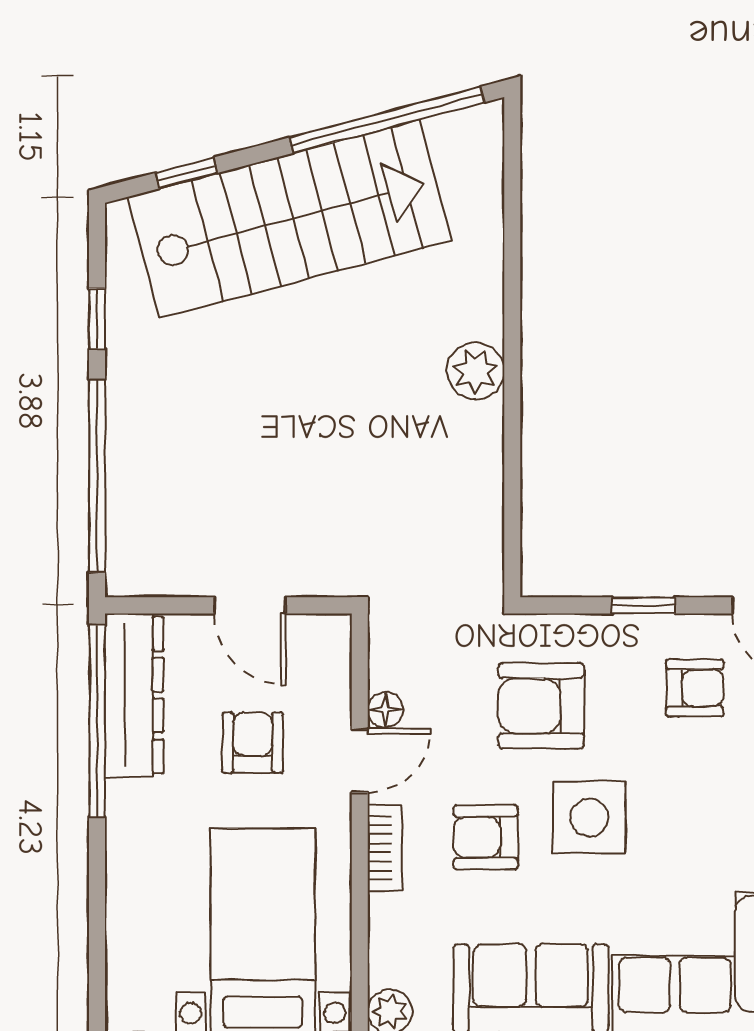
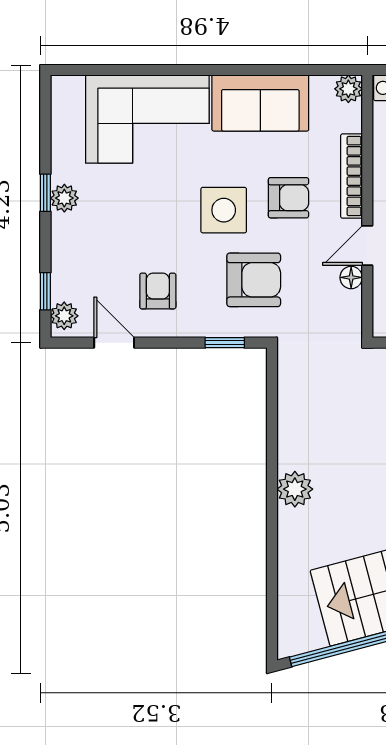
window: (644, 605) -> (225, 343), moved
armchair: (695, 688) -> (158, 291), turned 90
bookcase: (385, 848) -> (351, 176), width x1.56

